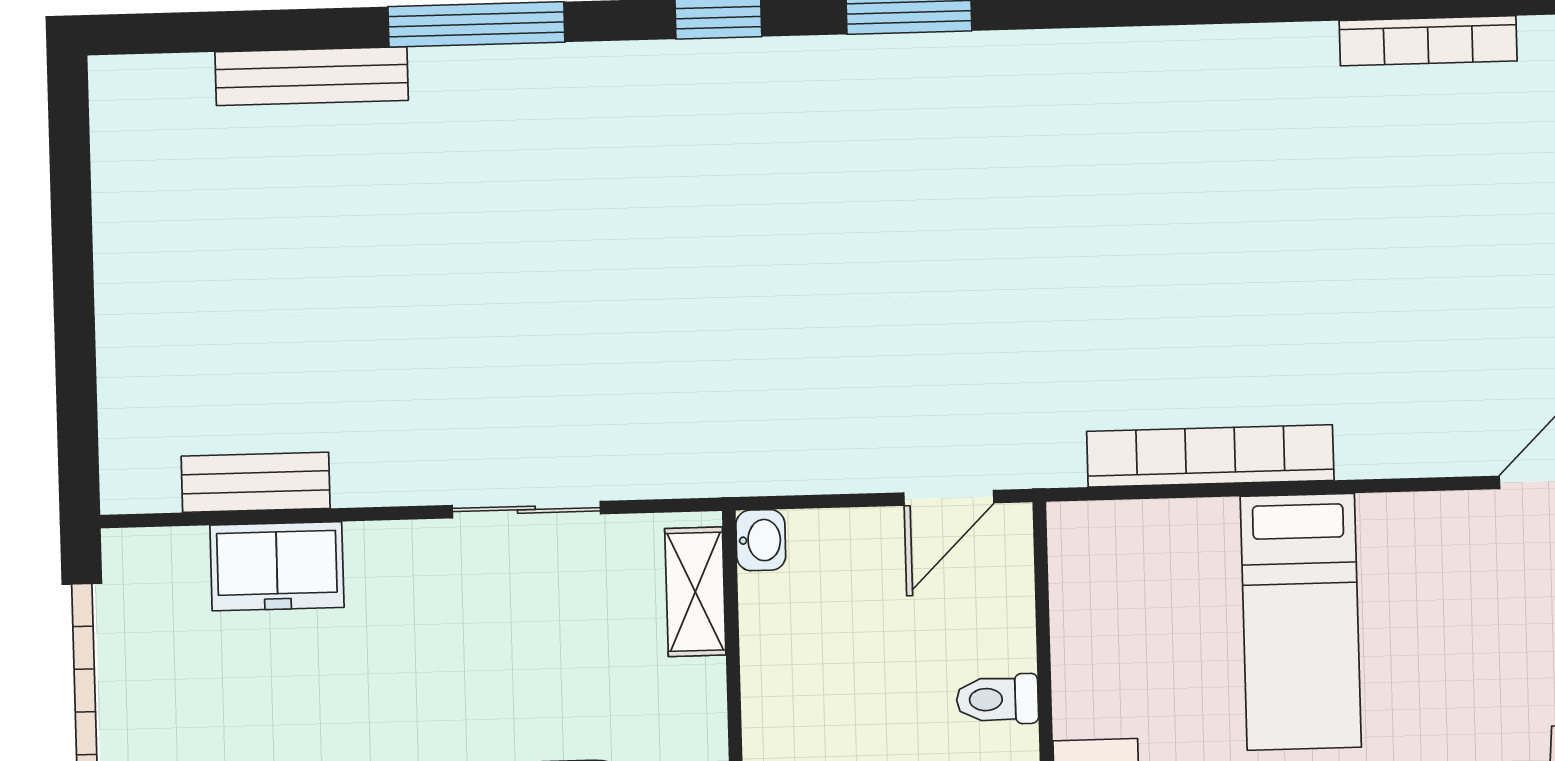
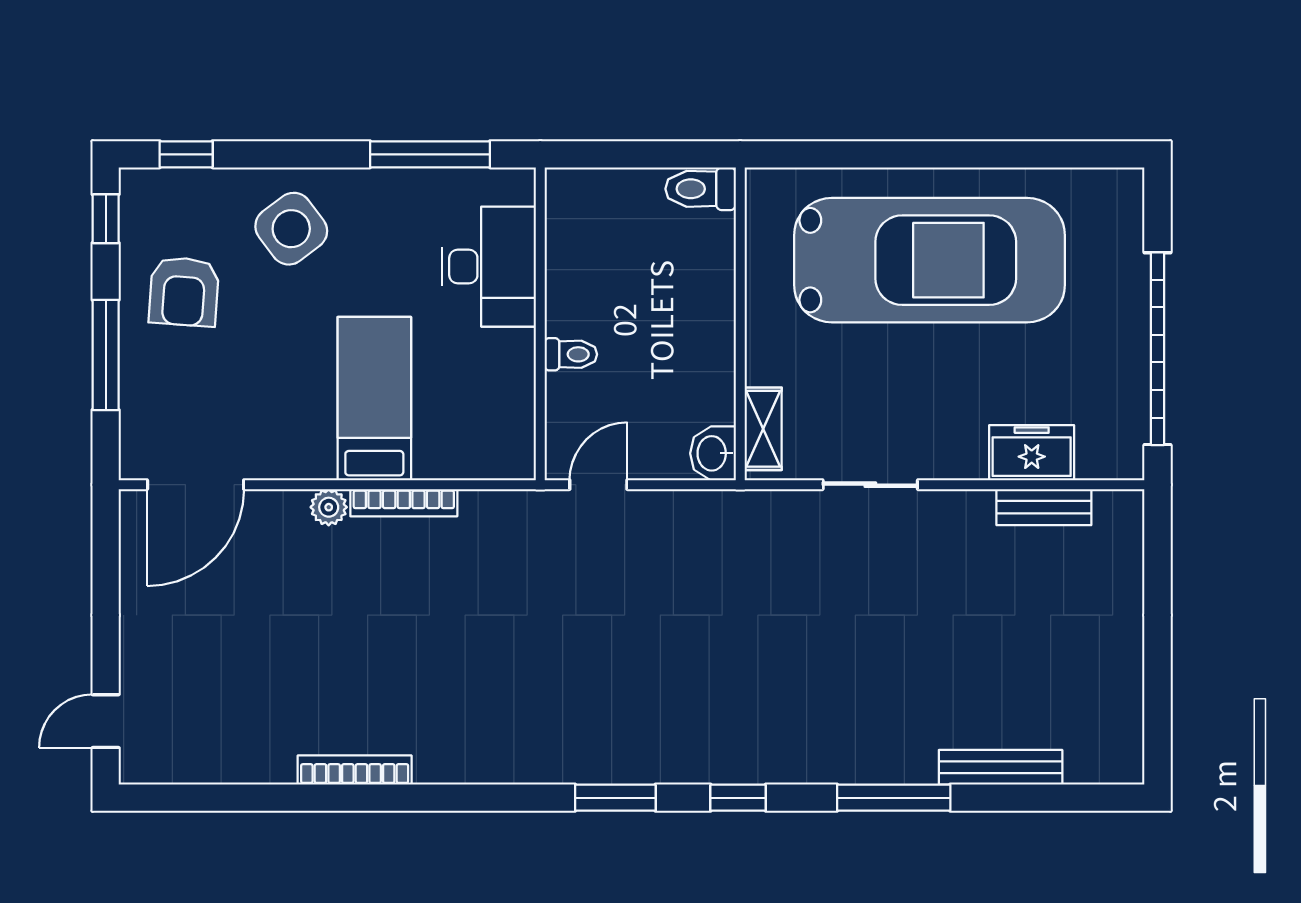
bookcase: (1428, 41) -> (355, 770), moved
plant: (1367, 451) -> (329, 507), added
bookcase: (1210, 456) -> (404, 503), width x0.68, depth x0.76
washbasin: (761, 540) -> (713, 453), width x1.38, depth x1.45

